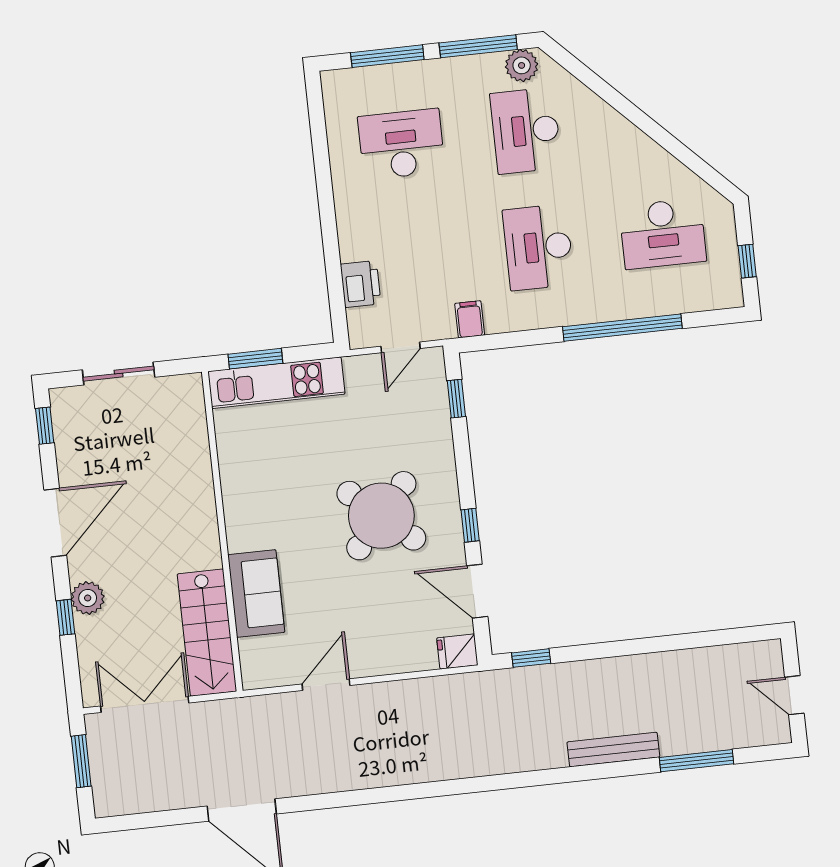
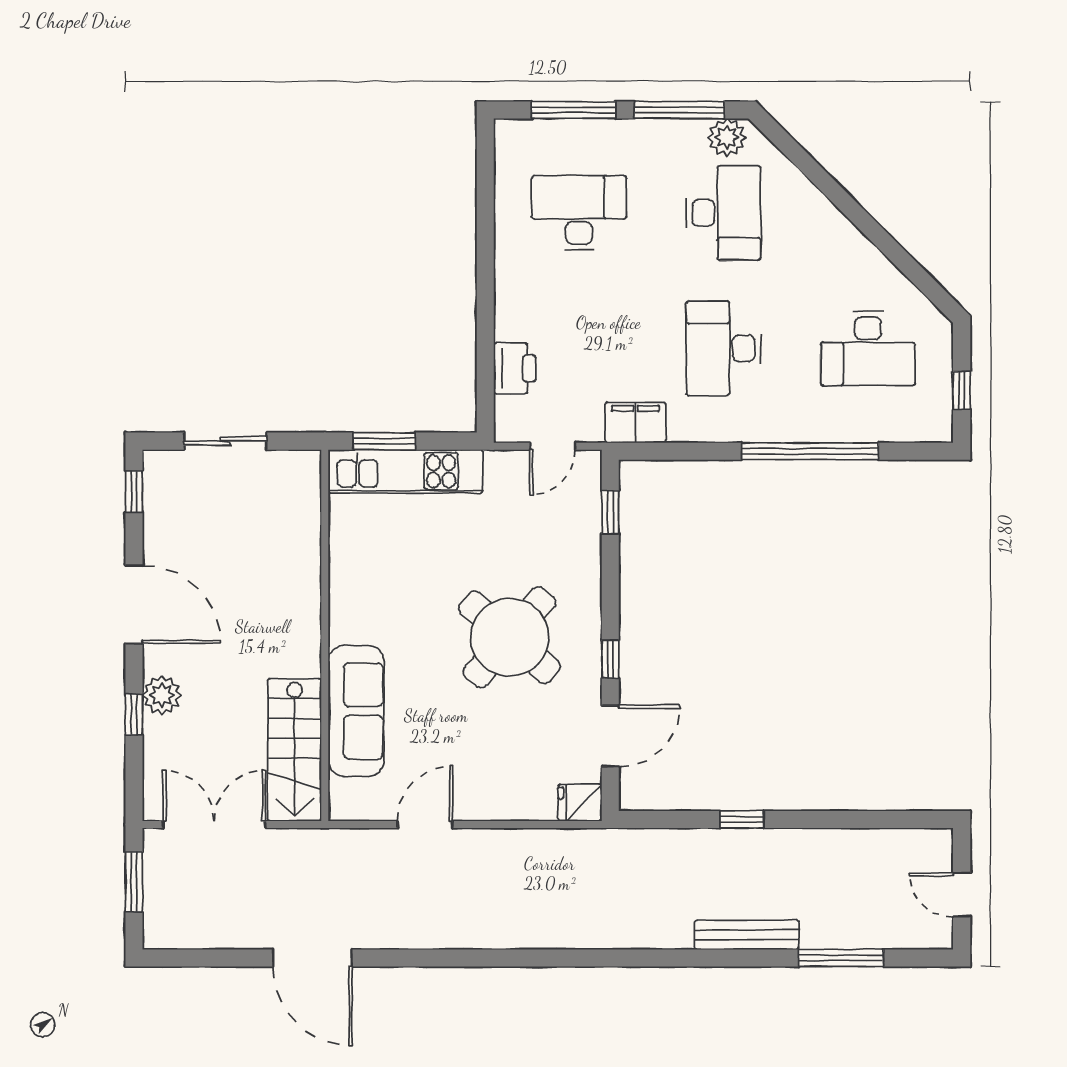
desk: (526, 131) -> (723, 213), turned 180
filing cabinet: (470, 319) -> (635, 423), width x2.00
door: (55, 523) -> (134, 604), hinge flipped
door: (477, 591) -> (610, 736), swing flipped
sofa: (256, 594) -> (356, 711), width x1.36
window: (531, 658) -> (742, 819), moved

